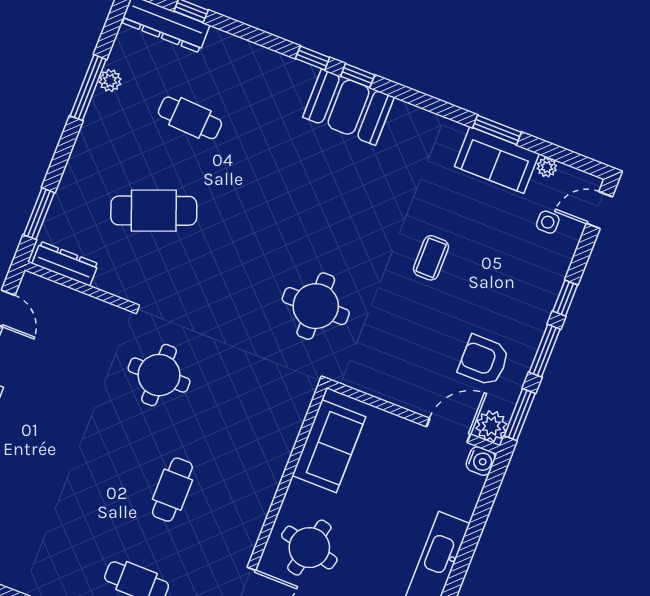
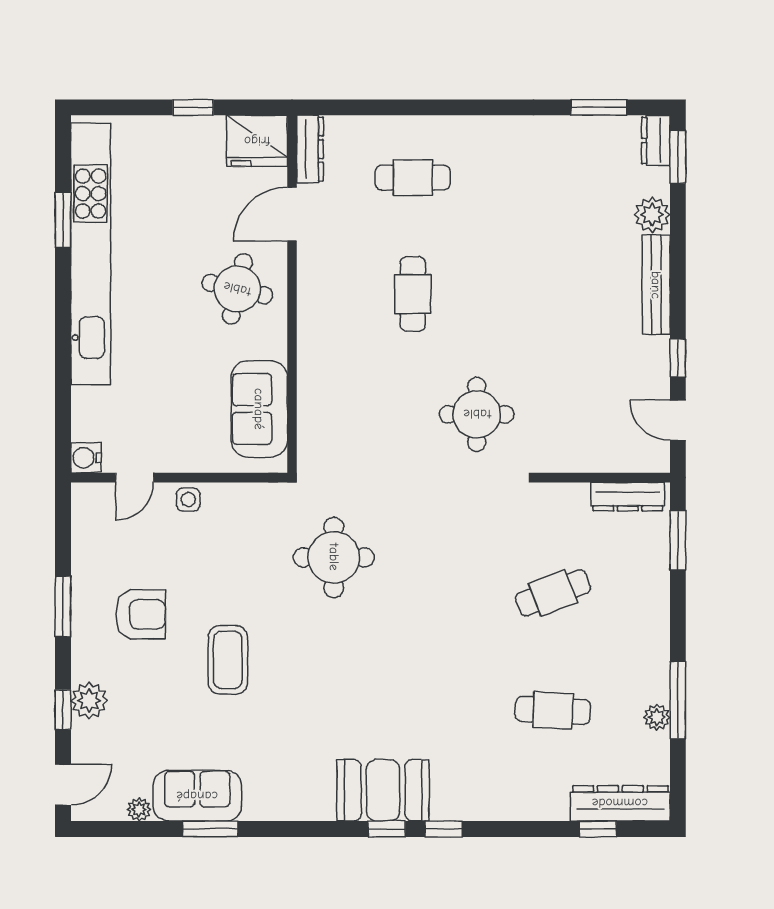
cafe table: (154, 211) -> (553, 593), width x0.73, depth x0.74
side table: (548, 222) -> (188, 500), moved
coffee table: (431, 258) -> (228, 660), width x1.36, depth x1.30
window: (565, 298) -> (63, 710), moved
armchair: (484, 360) -> (140, 614), moved
window: (520, 415) -> (63, 525), removed
plant: (491, 426) -> (89, 701), moved
door: (448, 430) -> (135, 478), width x0.73

